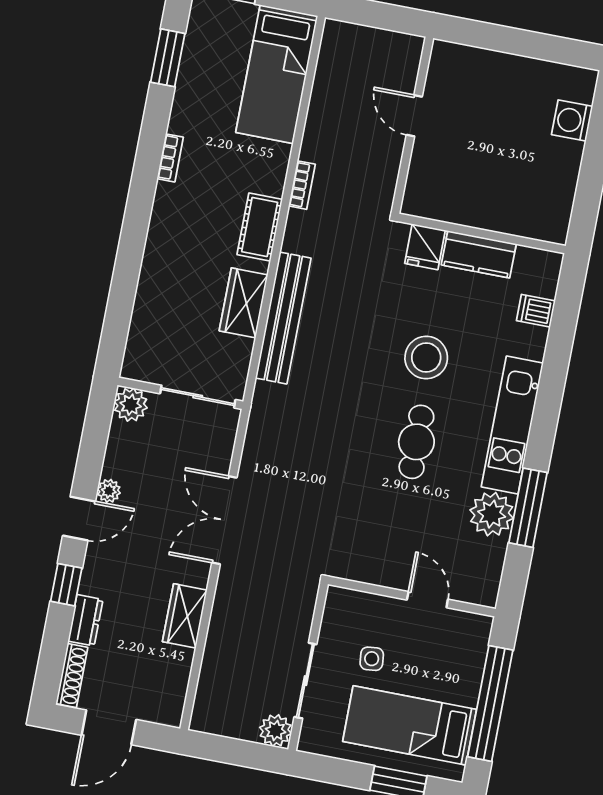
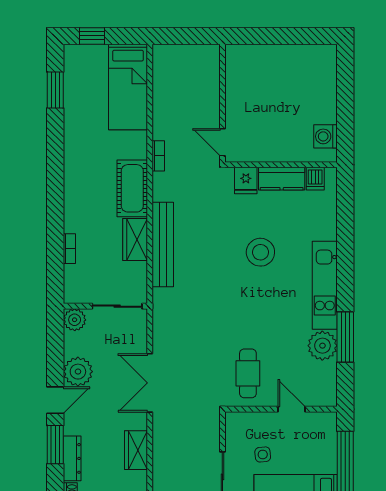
door: (414, 116) -> (222, 142), moved
washing machine: (572, 120) -> (325, 136), moved
bookcase: (170, 158) -> (69, 249), moved
cot: (260, 227) -> (132, 188), width x1.37, depth x1.34
dishwasher: (536, 311) -> (315, 179), moved, turned -90
cafe table: (416, 442) -> (248, 373), moved
plant: (109, 491) -> (78, 372), width x1.87, depth x1.87
window: (66, 585) -> (55, 445), width x1.50
dresser: (85, 620) -> (72, 458), width x1.44

